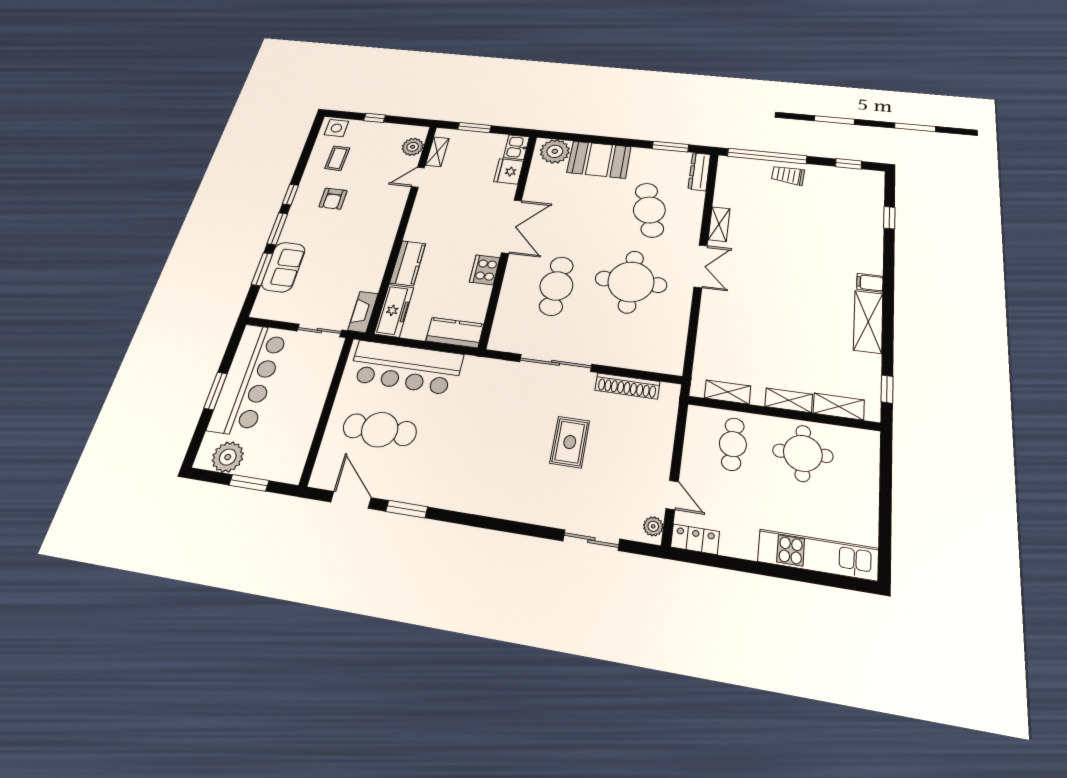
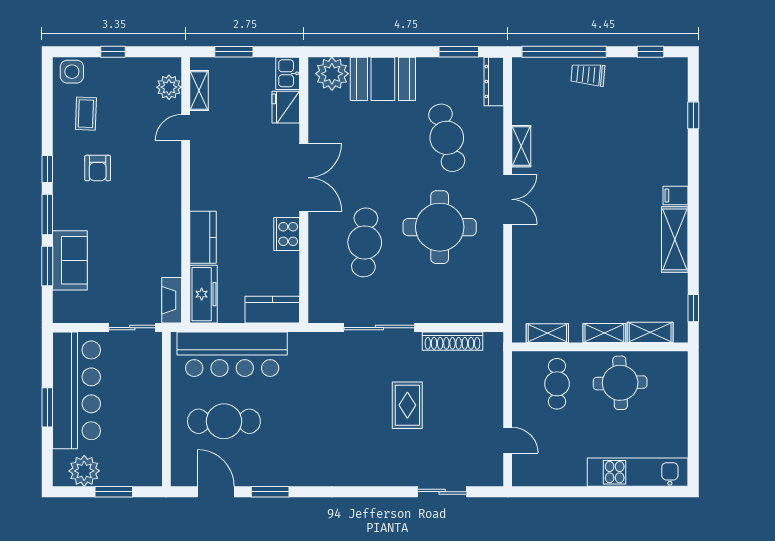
plant: (653, 526) -> (495, 471), removed
locker: (695, 539) -> (532, 476), removed

